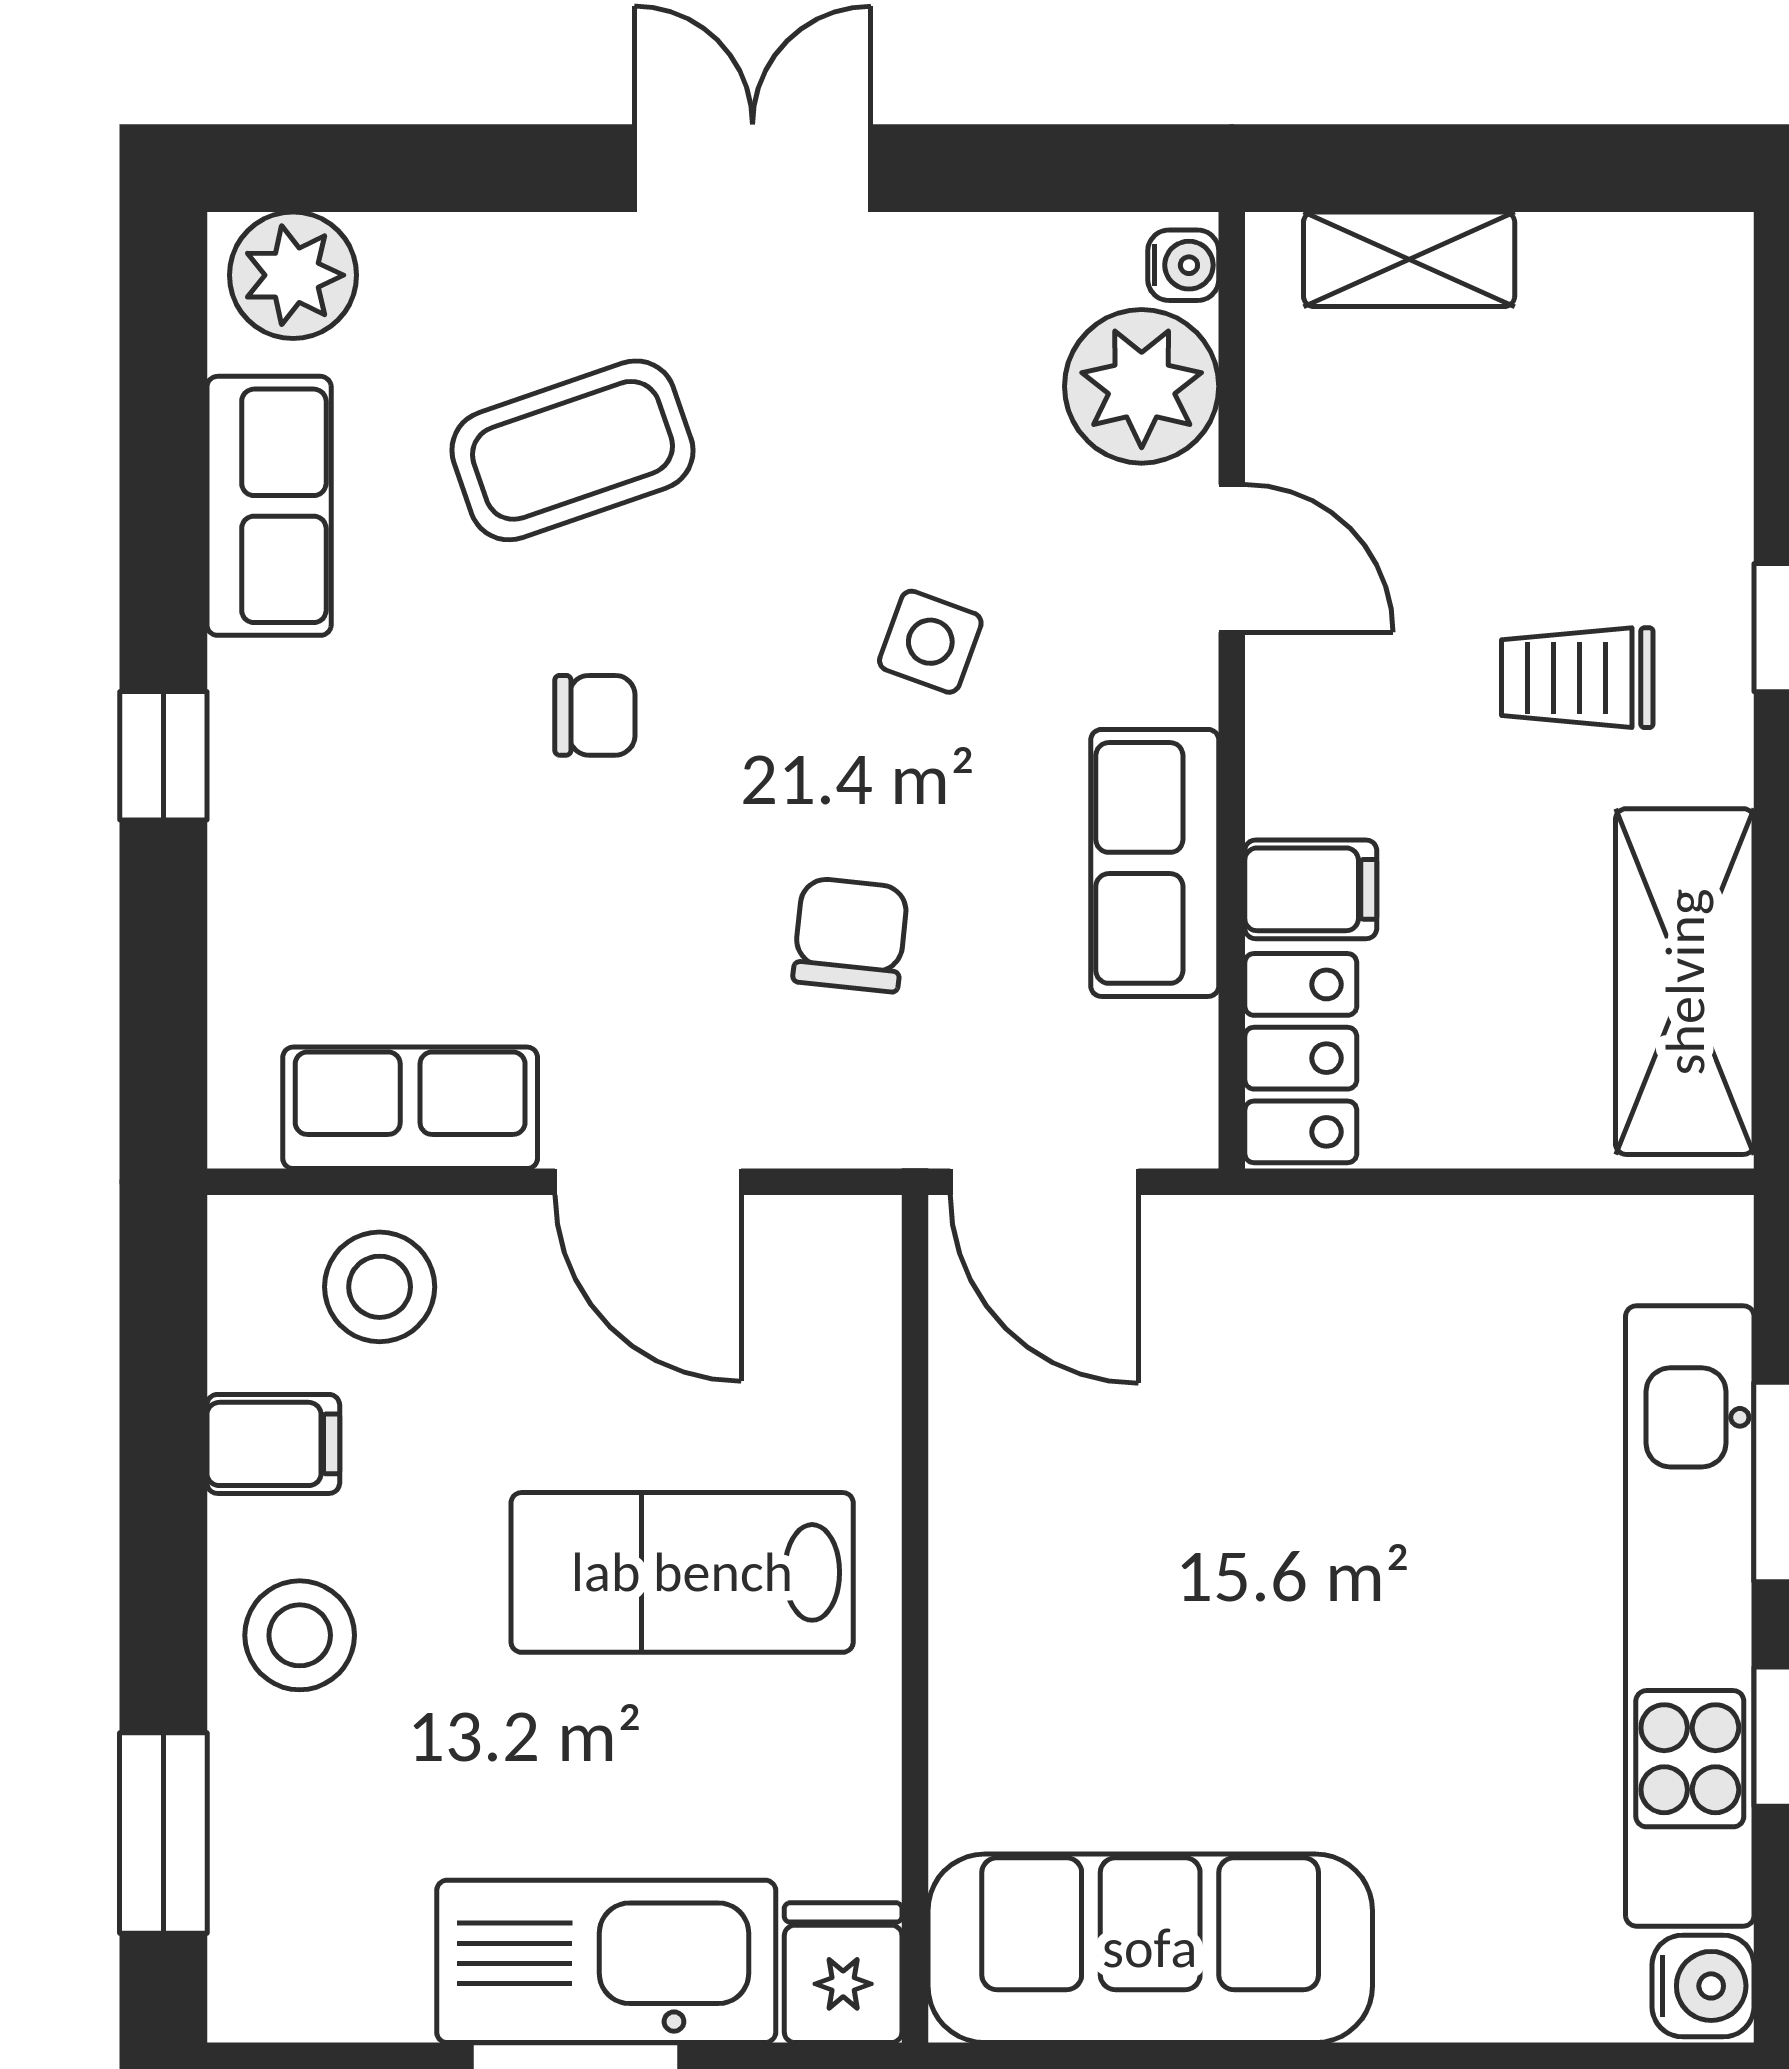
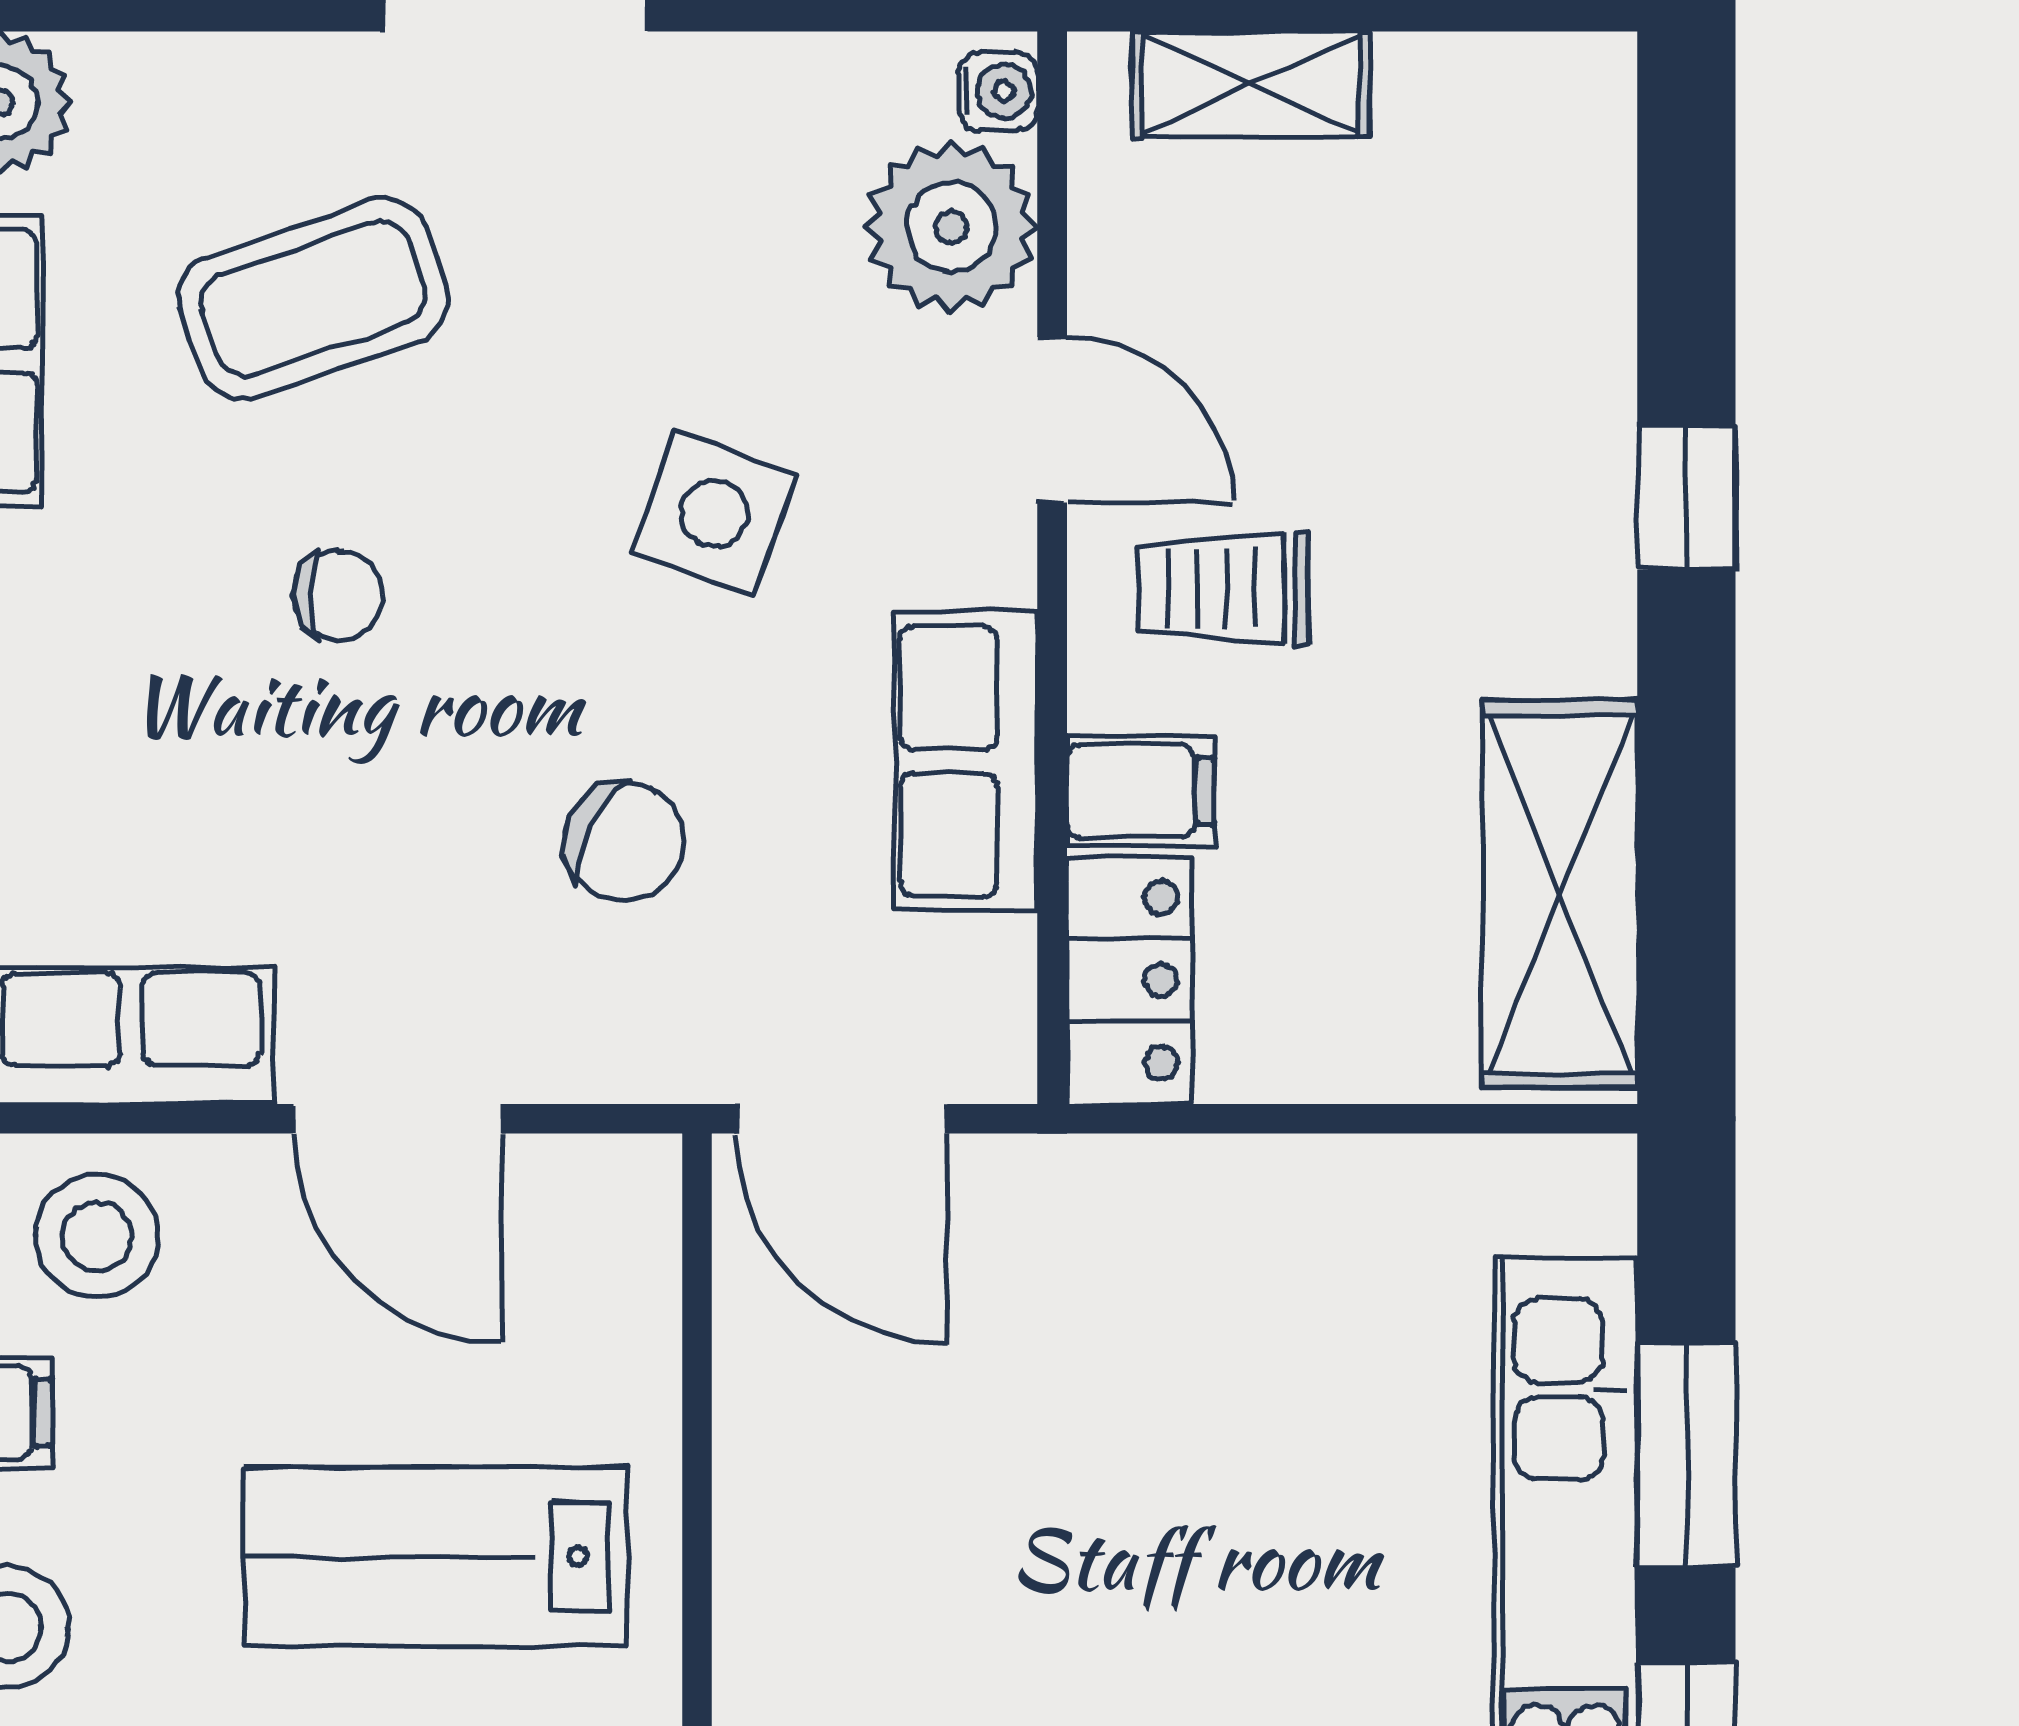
side table: (930, 642) -> (714, 513), width x1.37, depth x1.37
trolley: (1577, 678) -> (1223, 589), moved
chair: (850, 935) -> (624, 842), turned 110

